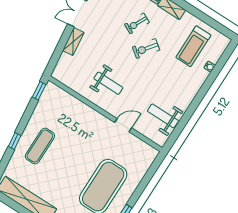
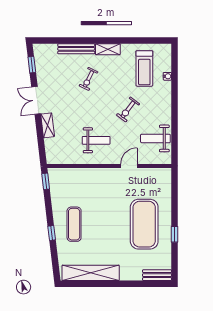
exercise bike: (146, 49) -> (128, 109), moved

